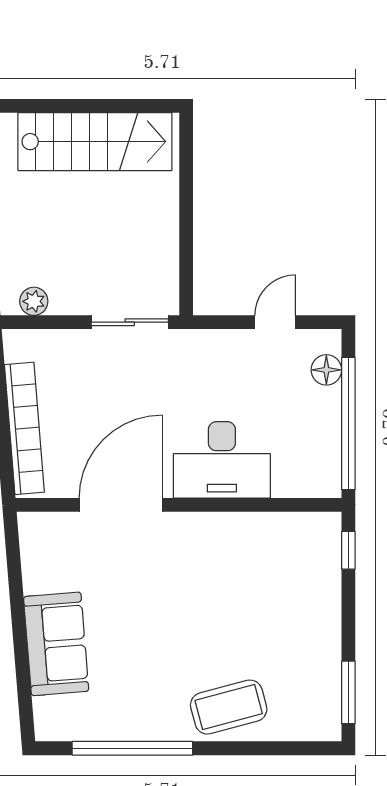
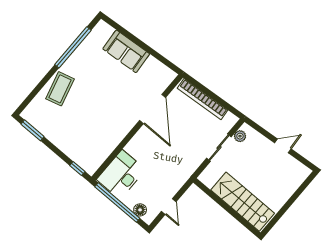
stairs: (95, 142) -> (243, 202), moved, turned 90
sliding door: (130, 322) -> (219, 148), moved
desk: (222, 460) -> (121, 175), moved

